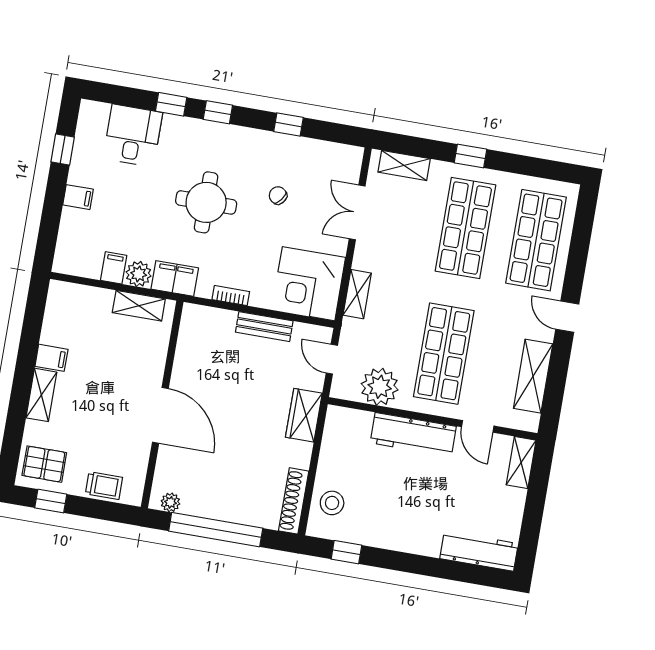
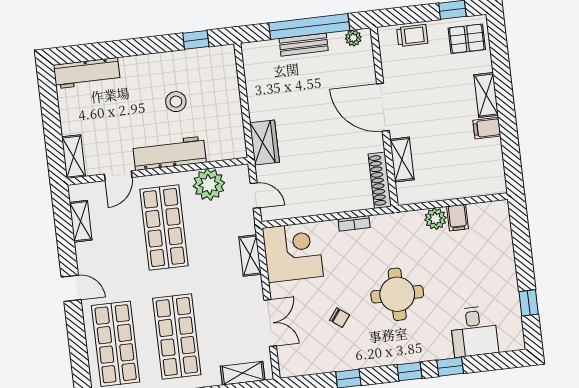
filing cabinet: (78, 197) -> (504, 267), removed
filing cabinet: (175, 279) -> (405, 224), removed
shelving: (139, 306) -> (402, 160), moved, turned 90
bench: (264, 327) -> (304, 45), moved
shelving: (533, 376) -> (81, 221), width x0.67, depth x0.75
door: (478, 426) -> (118, 176), swing flipped
trolley: (104, 486) -> (412, 36), turned 180
shoe rack: (294, 501) -> (380, 180), moved, turned 180
stool: (332, 503) -> (176, 102), moved

